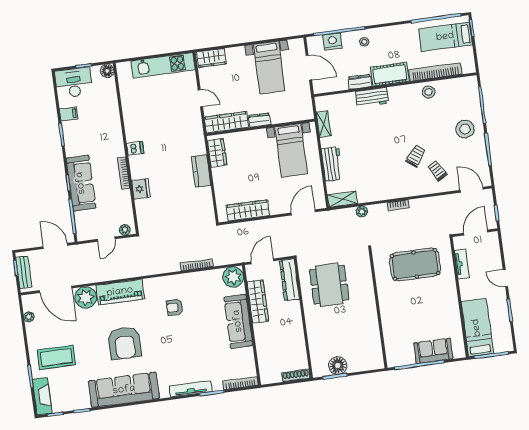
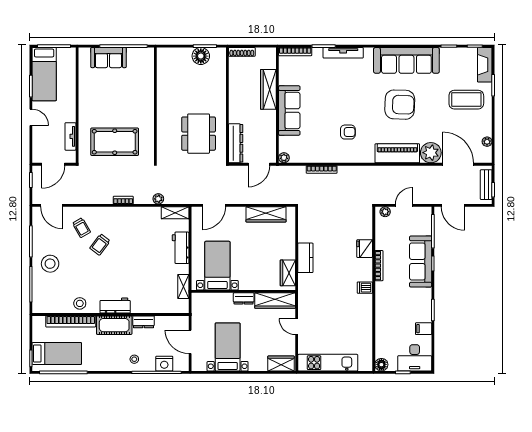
workbench: (372, 97) -> (115, 306), moved
plant: (233, 277) -> (284, 158), width x0.53, depth x0.53
wardrobe: (258, 301) -> (268, 89), moved
bed: (477, 328) -> (44, 74), moved
armchair: (125, 343) -> (400, 105), turned 92

